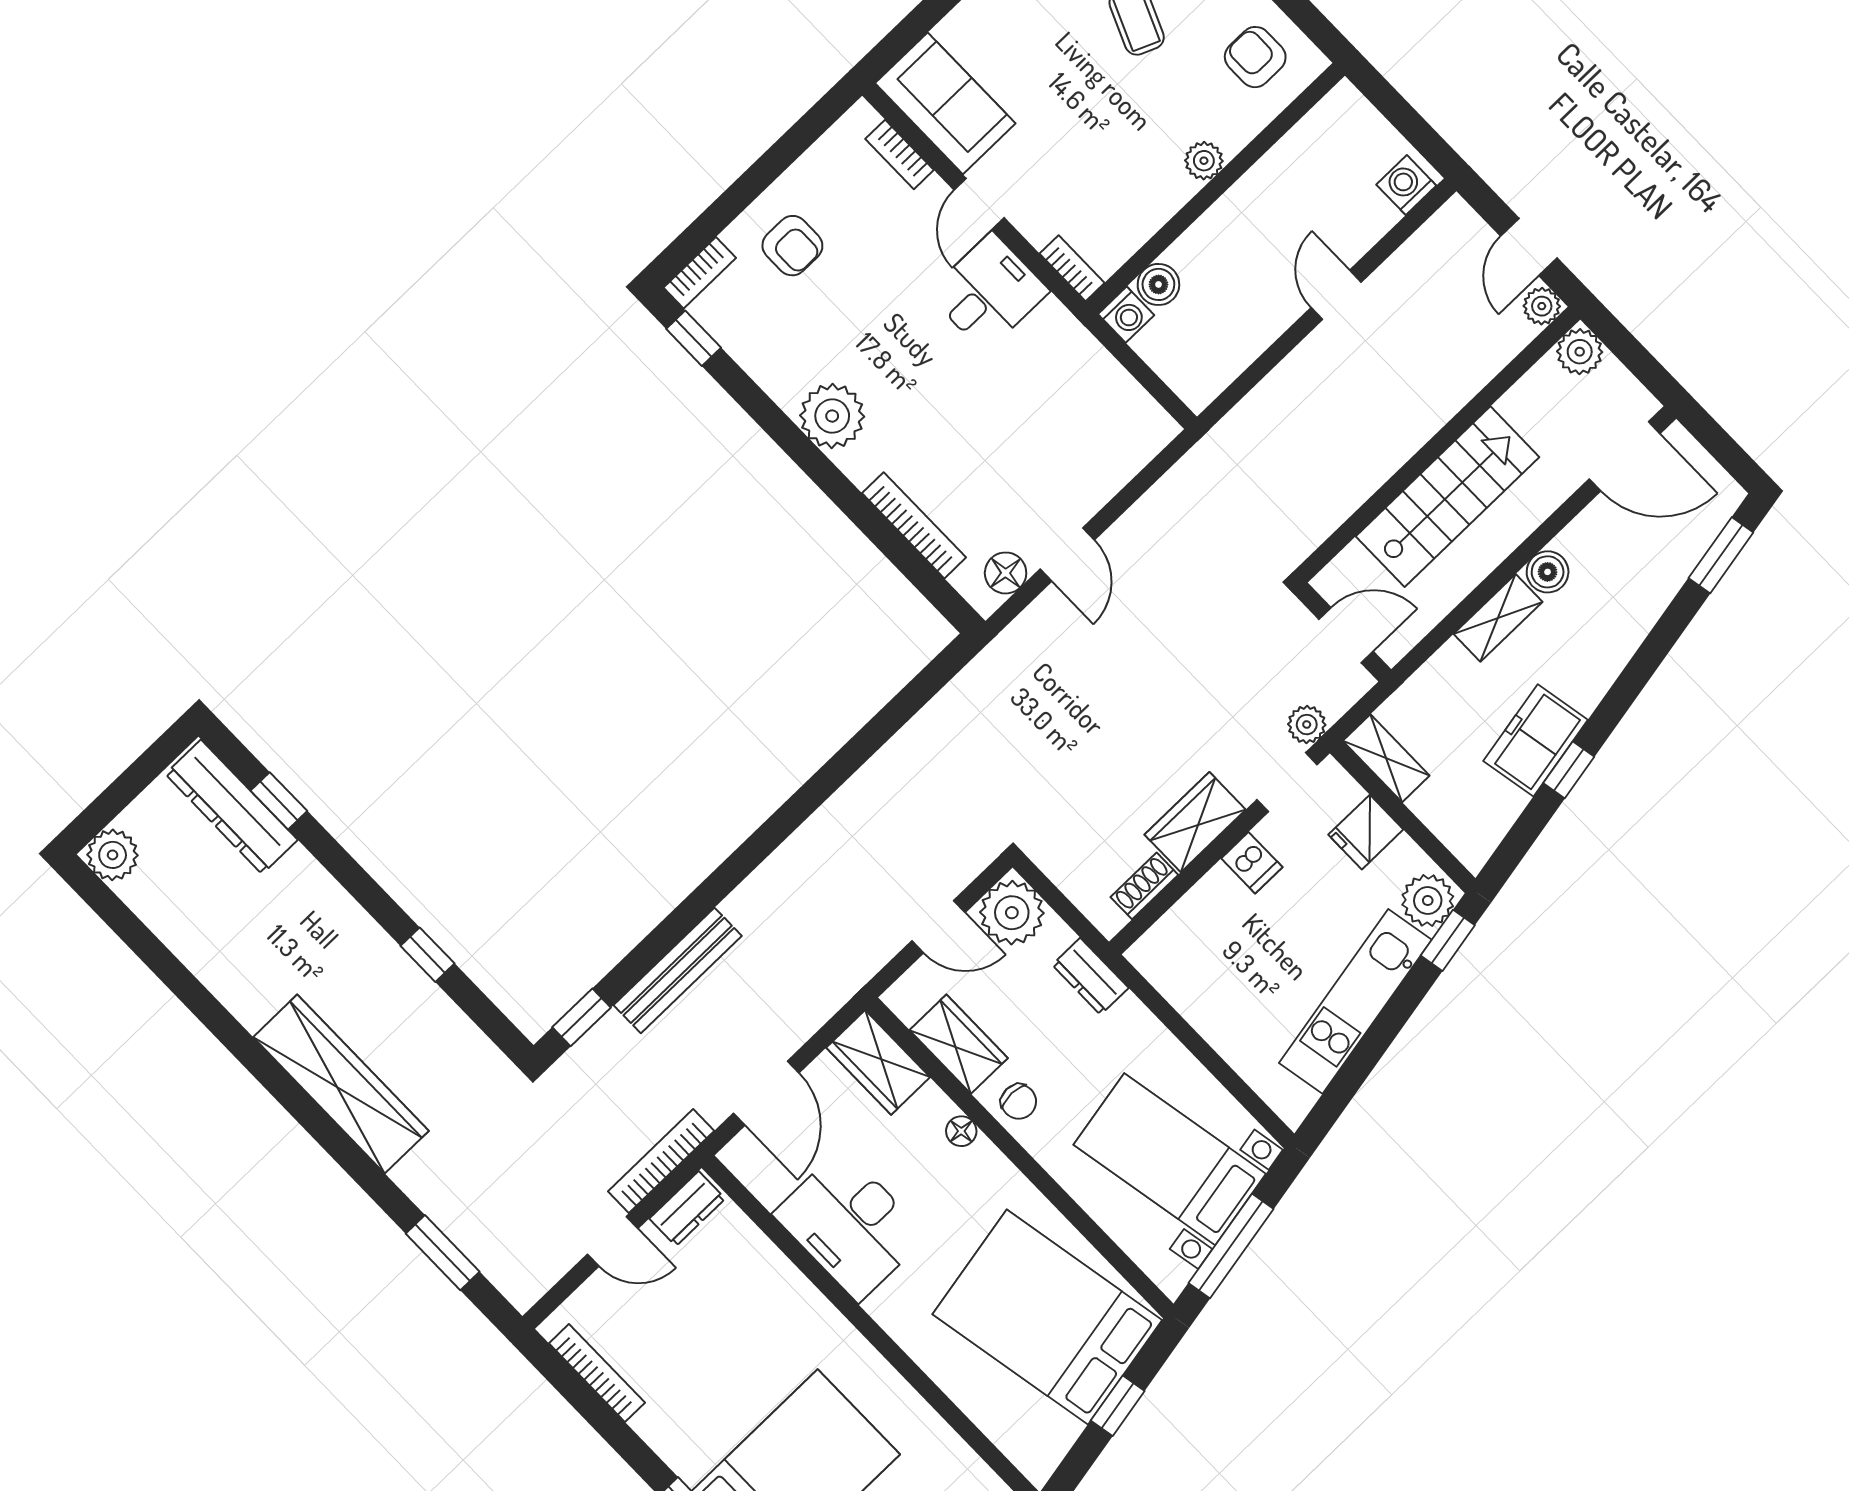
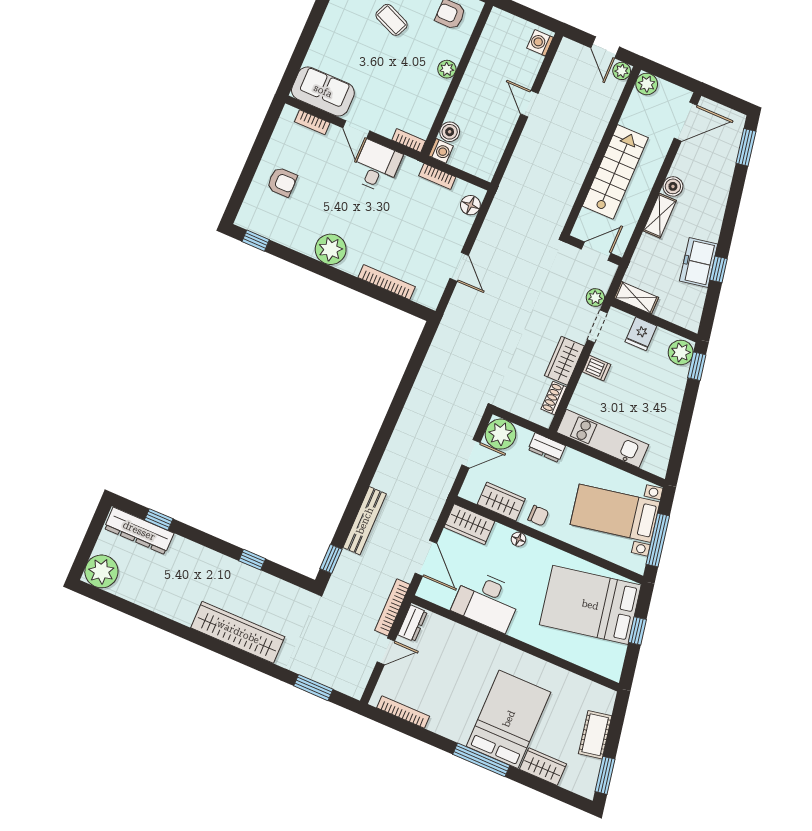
bookcase: (700, 273) -> (437, 176), moved, turned 90
floor lamp: (1006, 573) -> (470, 205), moved
plant: (113, 855) -> (101, 571), width x1.36, depth x1.36
kitchen unit: (1355, 1001) -> (603, 438), moved, turned 101

